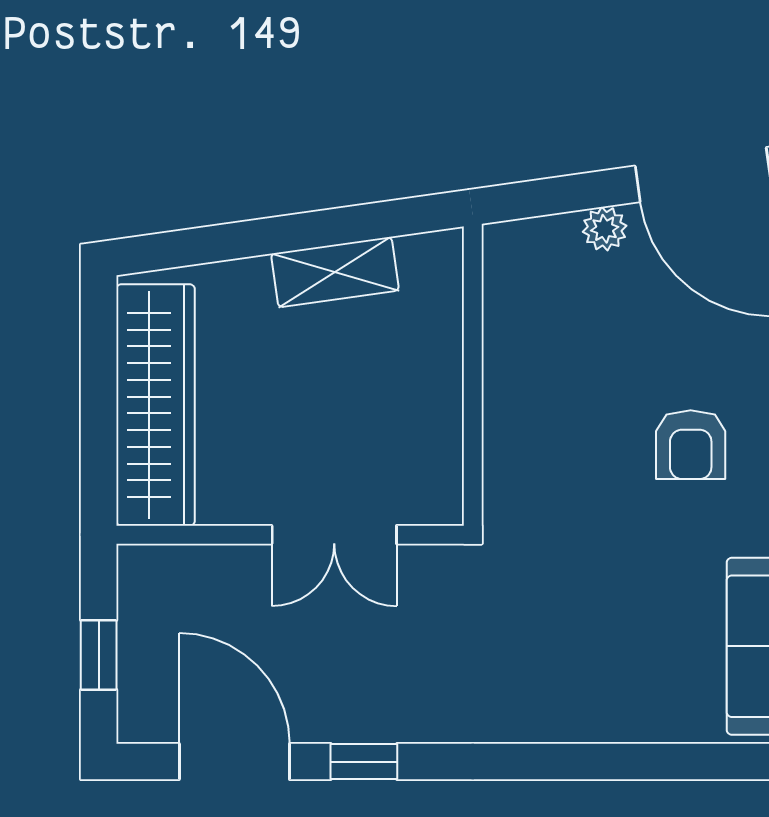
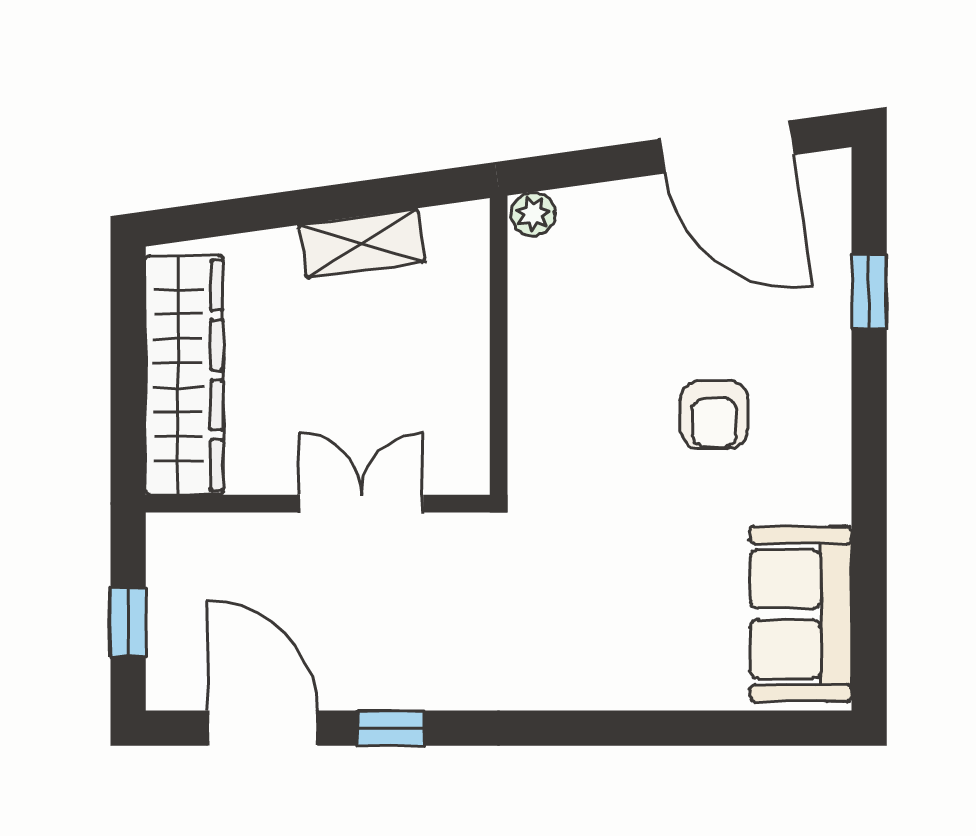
plant: (605, 229) -> (533, 214), moved
double door: (334, 535) -> (361, 504), swing flipped

